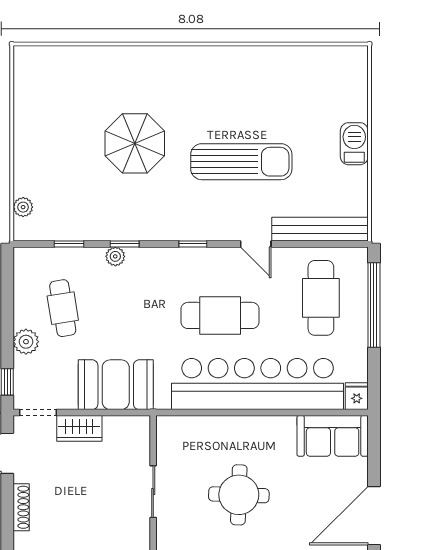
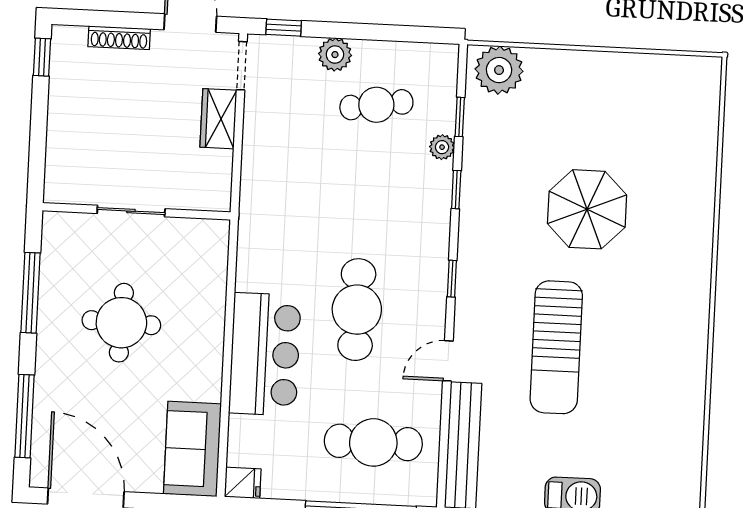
plant: (23, 207) -> (499, 70), width x1.88, depth x1.88
plant: (115, 256) -> (442, 147), moved
bar counter: (258, 384) -> (265, 354), width x0.54
booth: (116, 385) -> (273, 169), removed

